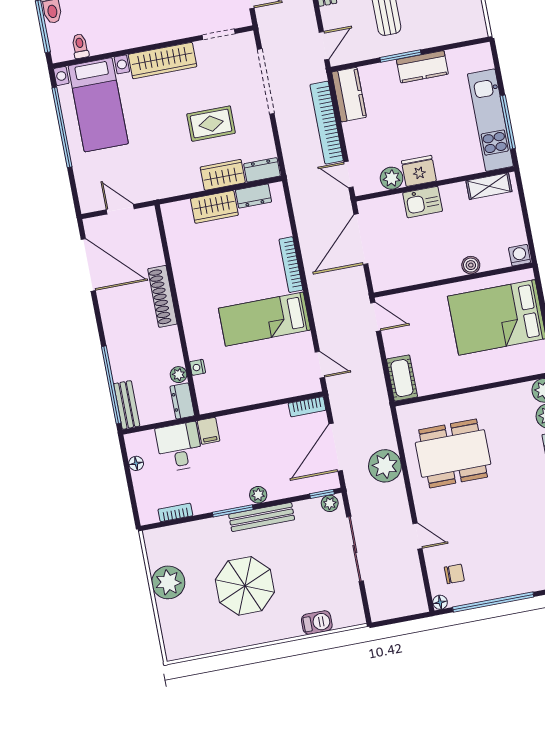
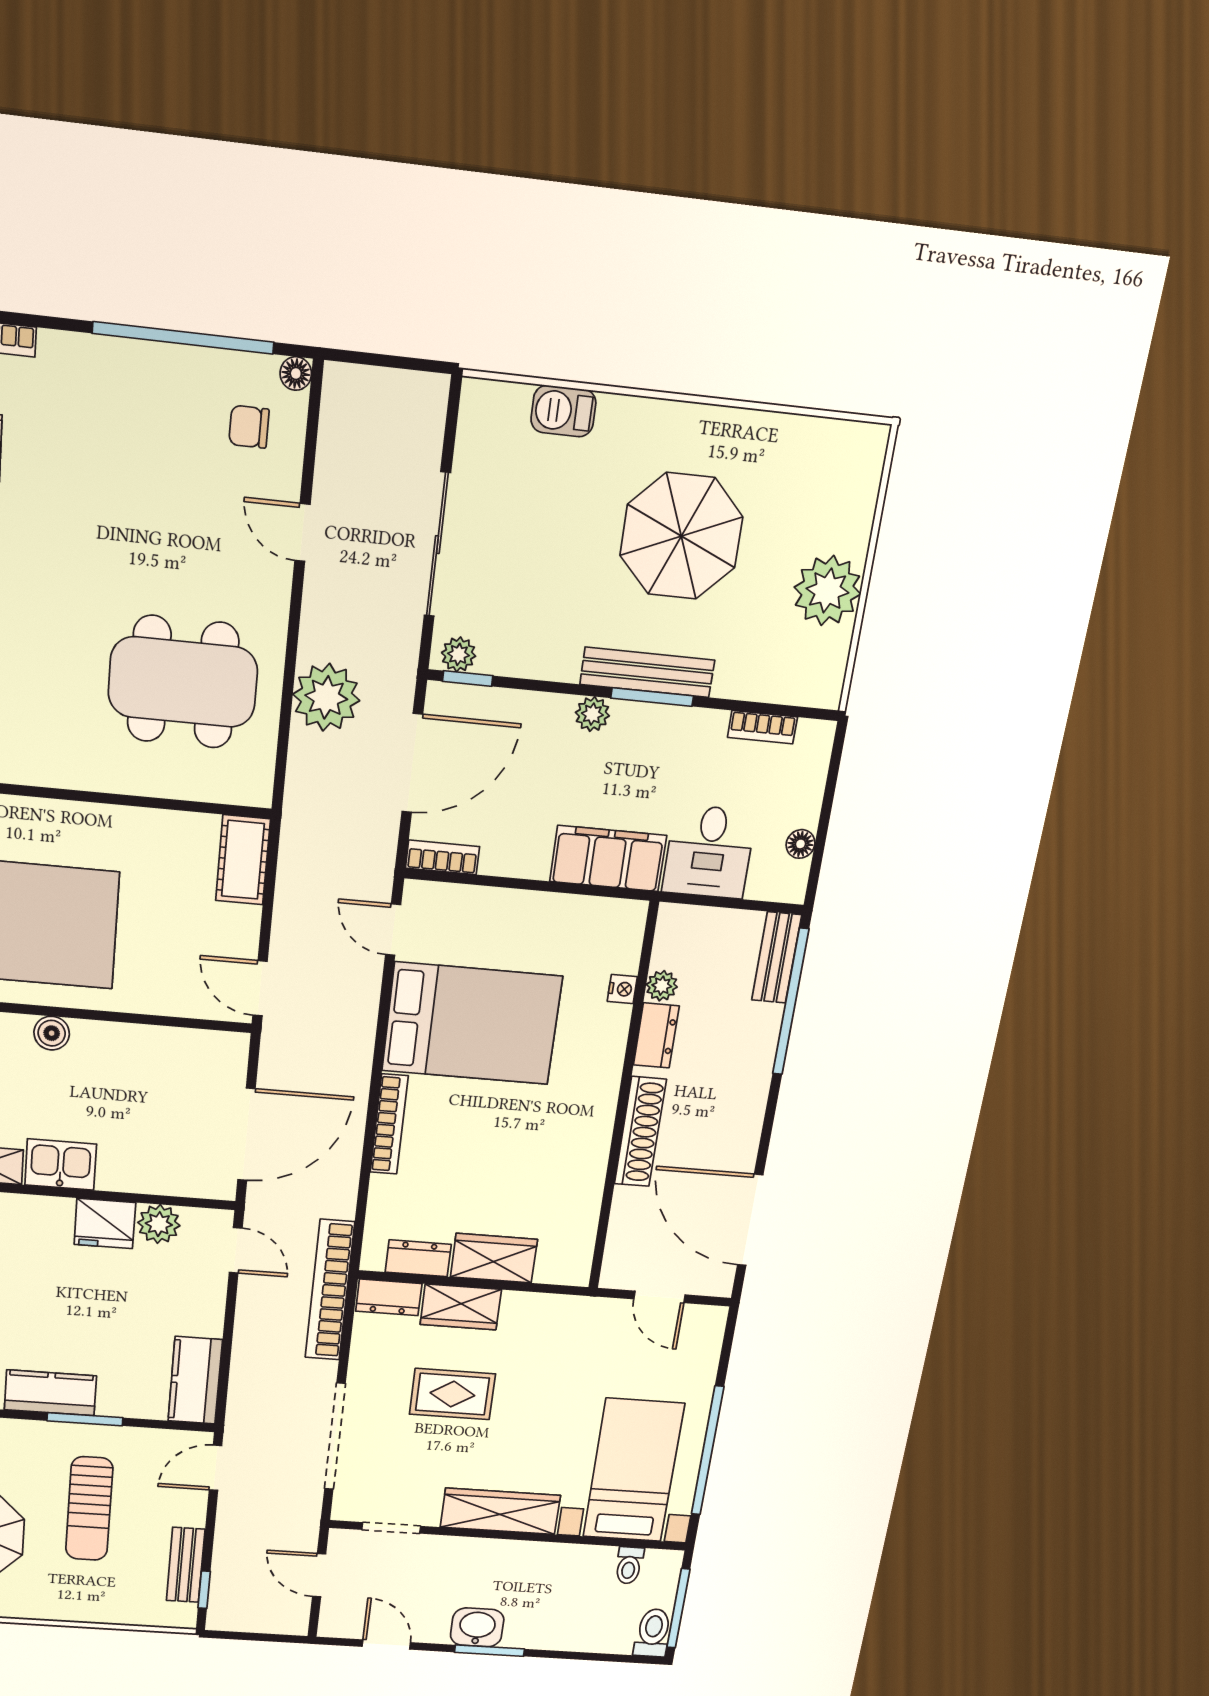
bookcase: (327, 123) -> (330, 1290), moved, turned 180
kitchen sink: (423, 202) -> (61, 1165), moved
bed: (264, 319) -> (472, 1024), width x1.50
dresser: (182, 401) -> (656, 1035), moved
filing cabinet: (209, 431) -> (608, 858), width x3.00, depth x1.17
bench: (262, 517) -> (647, 672), moved

